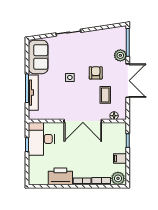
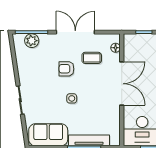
plant: (120, 55) -> (32, 41), moved

